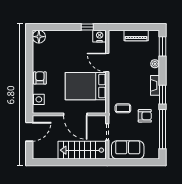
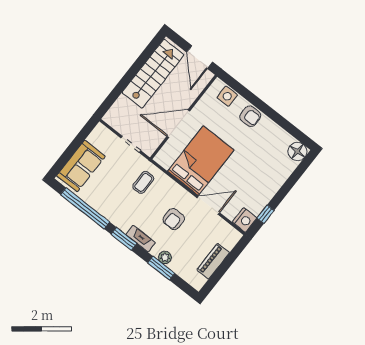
window: (162, 46) -> (161, 268), moved
armchair: (145, 116) -> (174, 219), moved
stairs: (82, 150) -> (153, 74), moved
sofa: (128, 150) -> (81, 166), moved

